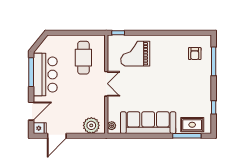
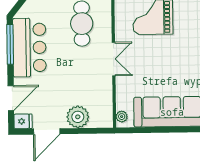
plant: (91, 125) -> (78, 117), moved

